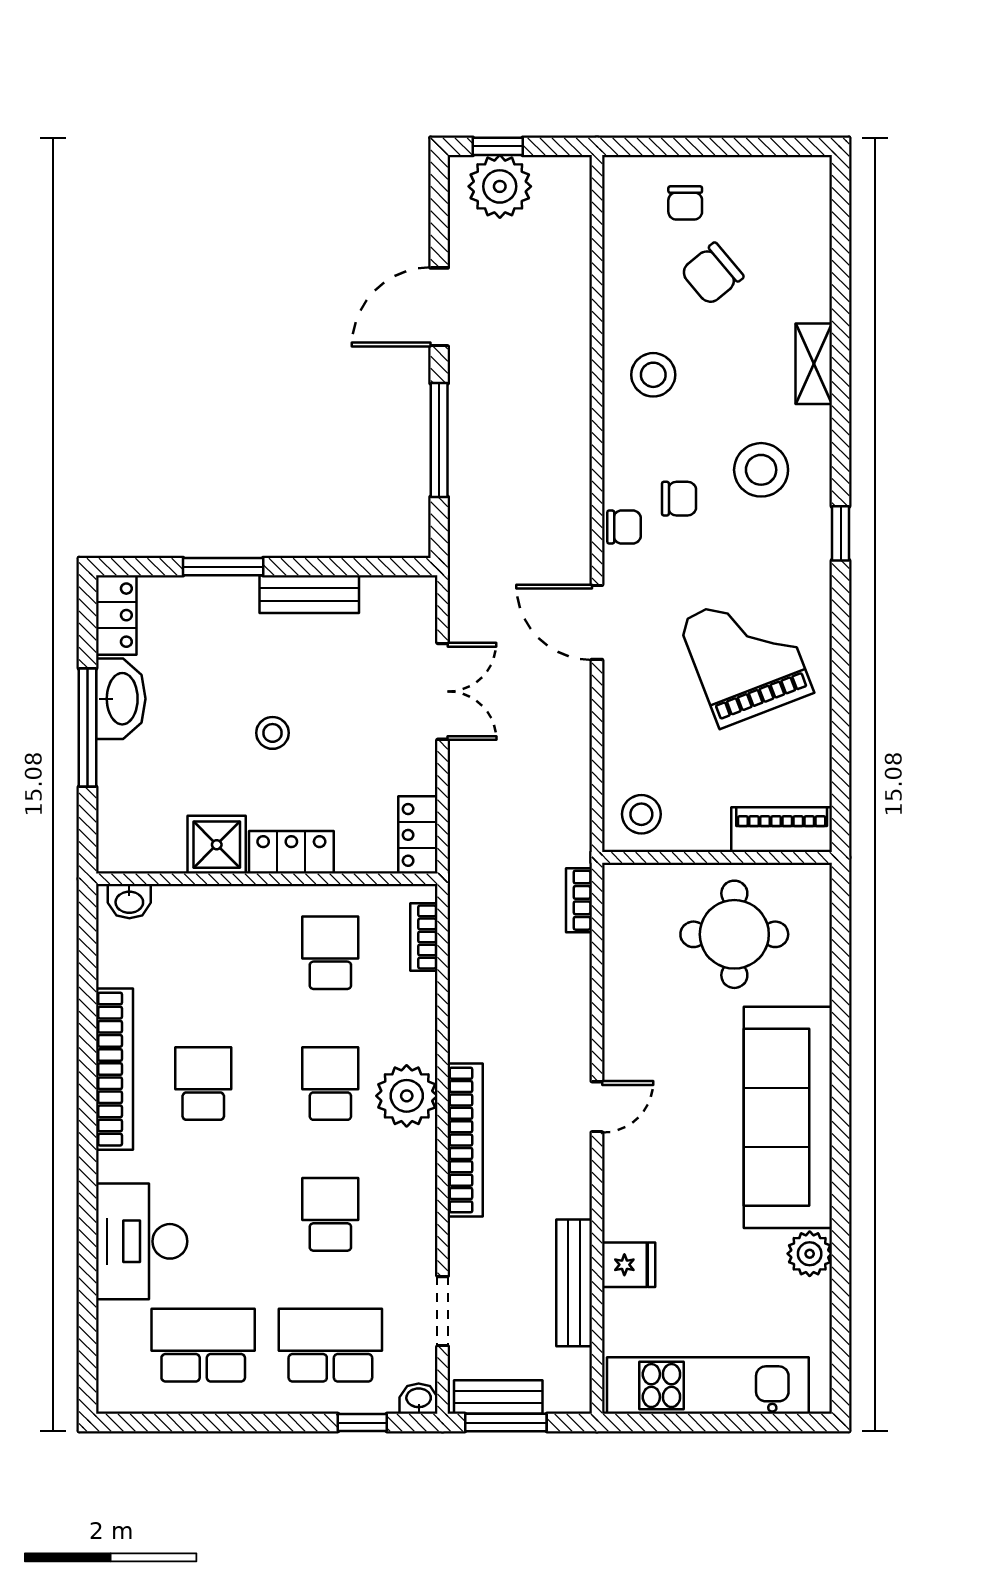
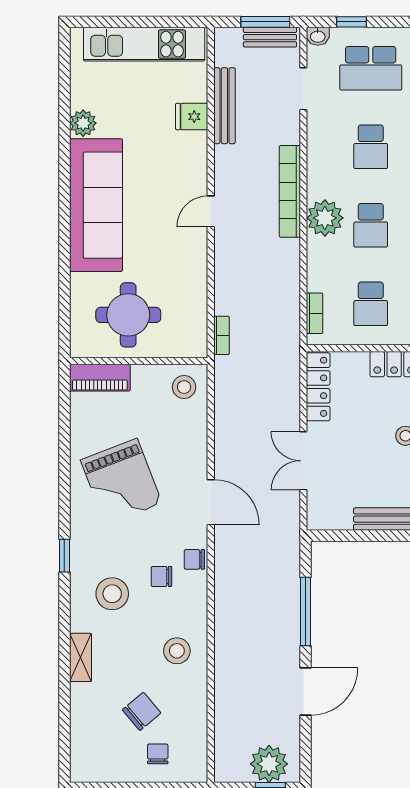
locker: (418, 835) -> (318, 387), width x1.53

